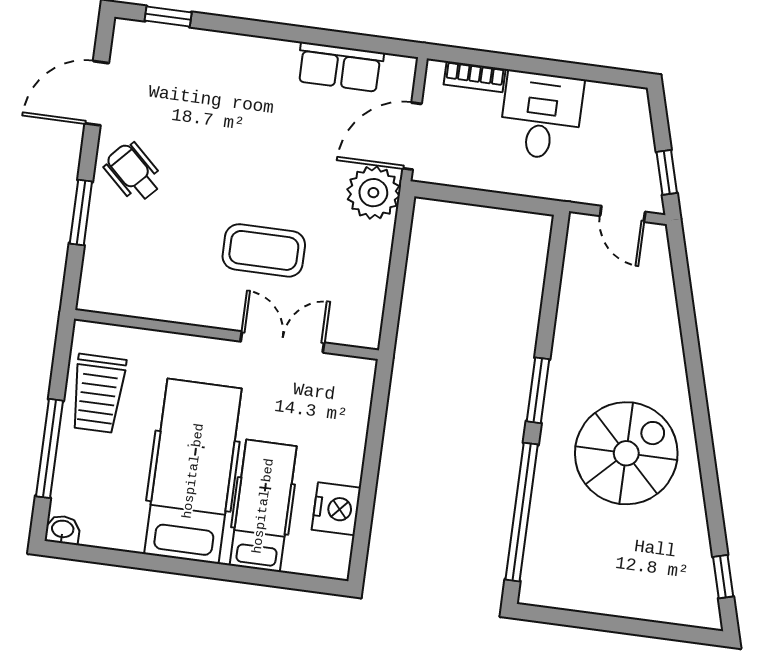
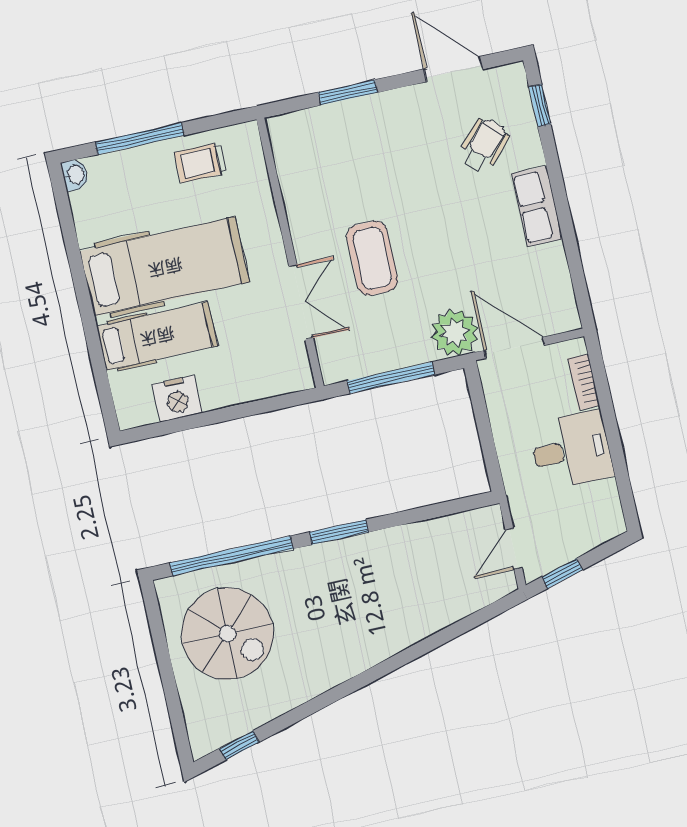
row of seats: (340, 67) -> (537, 206), moved
wheelchair: (133, 172) -> (484, 145), moved
window: (396, 277) -> (391, 378), added
trolley: (98, 393) -> (201, 163), width x0.73, depth x0.72
spiral stairs: (626, 453) -> (227, 634), moved

